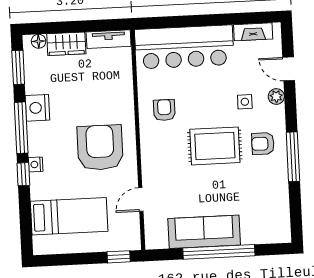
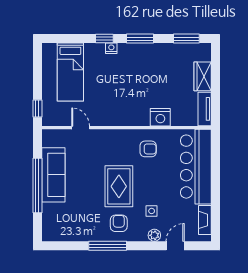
floor lamp: (39, 41) -> (206, 55), removed
nightstand: (37, 108) -> (160, 117), moved, turned 180
window: (21, 128) -> (140, 39), width x0.69
armchair: (100, 148) -> (122, 98), removed

